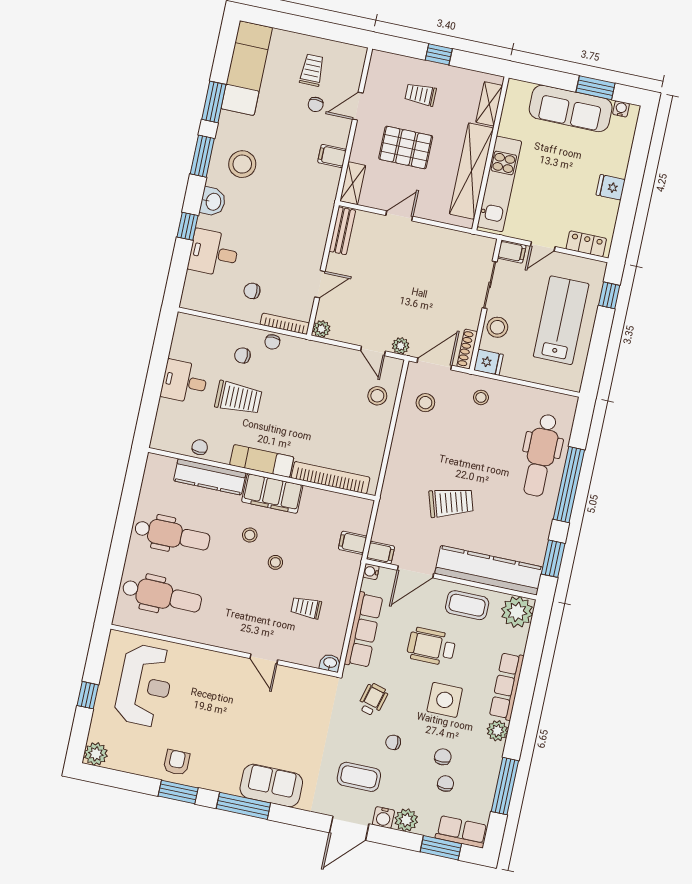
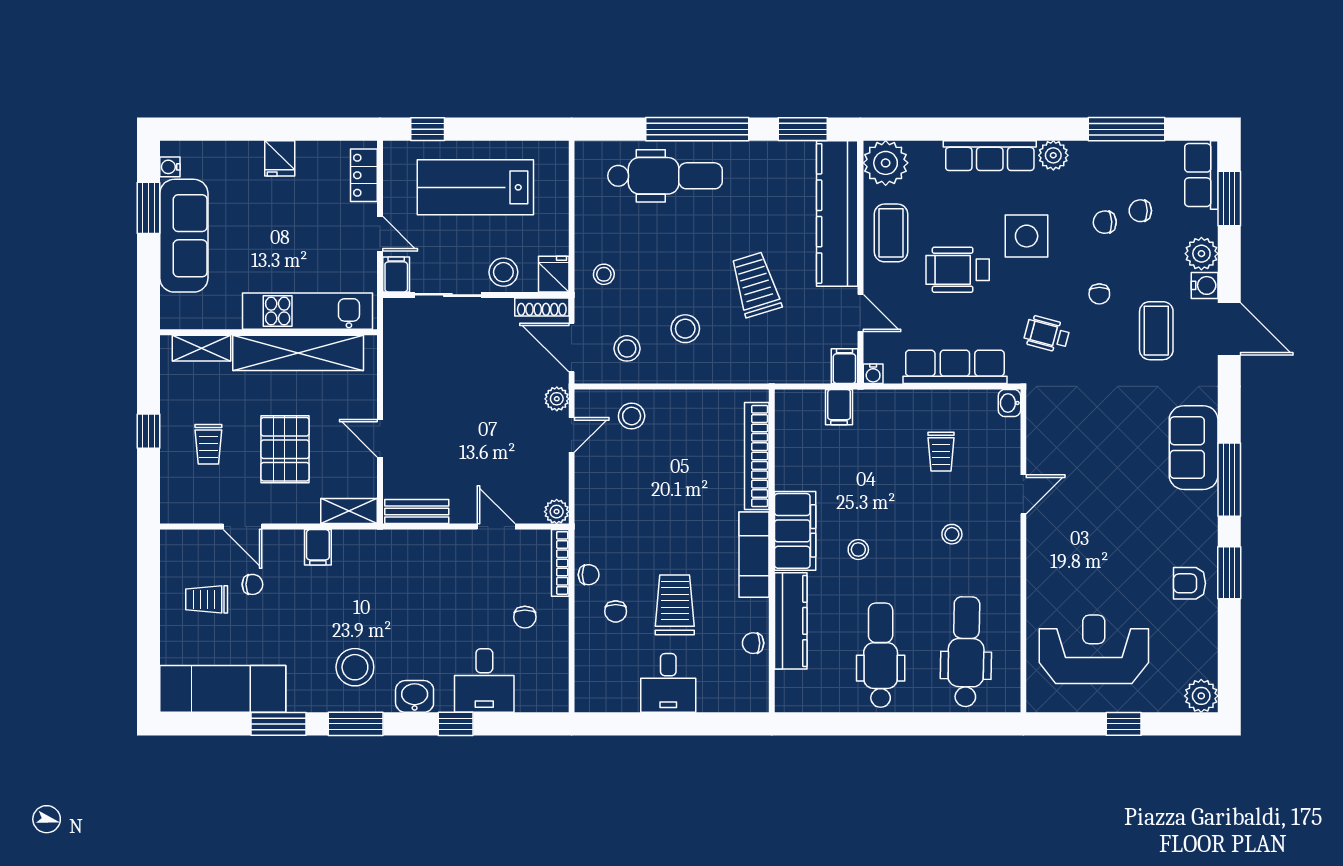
stool: (431, 446) -> (685, 329), added
stool: (275, 562) -> (952, 534), moved
door: (415, 572) -> (860, 313), width x0.73
wheelchair: (431, 646) -> (958, 270), turned 90

